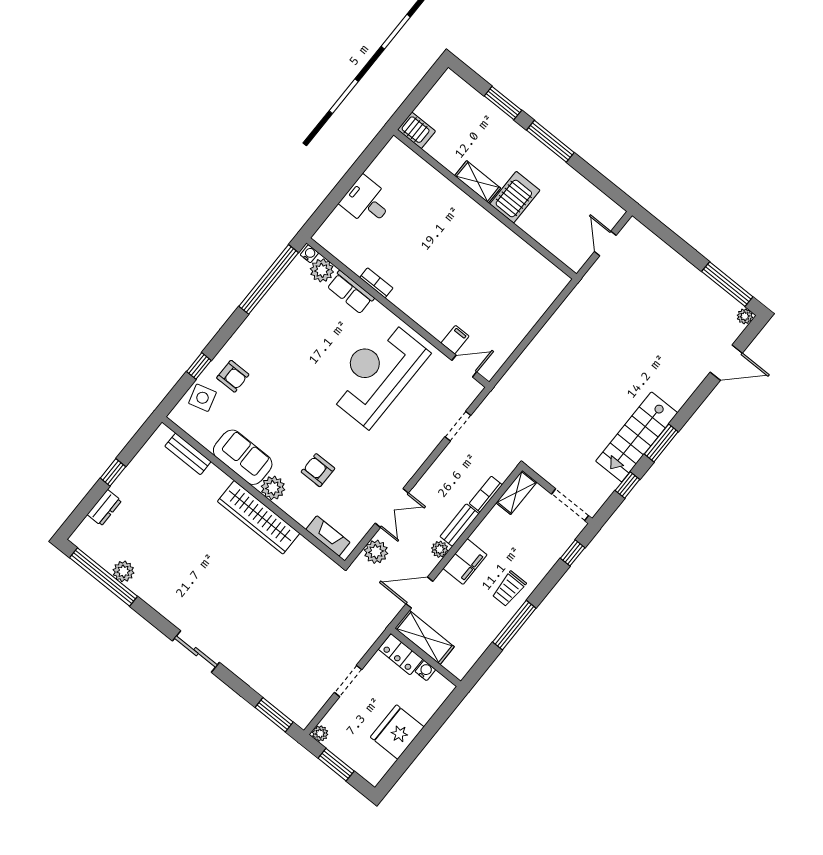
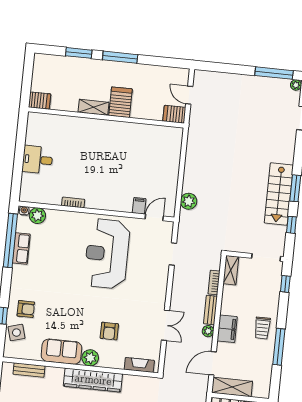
server rack: (572, 255) -> (174, 114), added
row of seats: (351, 292) -> (21, 248), moved, turned -90
armchair: (318, 470) -> (109, 331), turned -90
plant: (376, 552) -> (189, 201), moved

